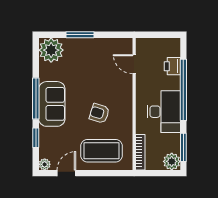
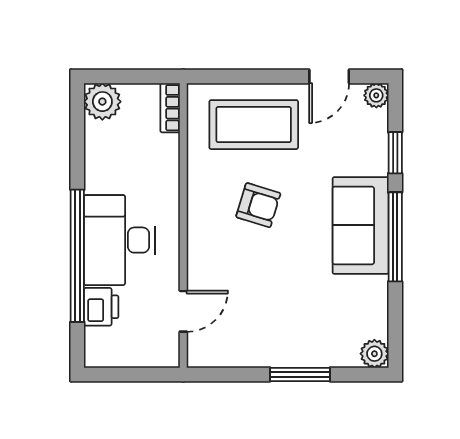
plant: (51, 50) -> (374, 354), width x0.53, depth x0.53
door: (134, 64) -> (183, 311), hinge flipped
desk: (164, 112) -> (119, 240), moved
window: (183, 147) -> (77, 132), removed
bookcase: (140, 152) -> (170, 108), width x0.64

